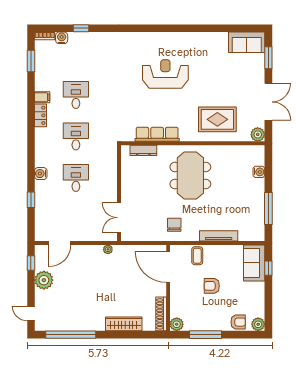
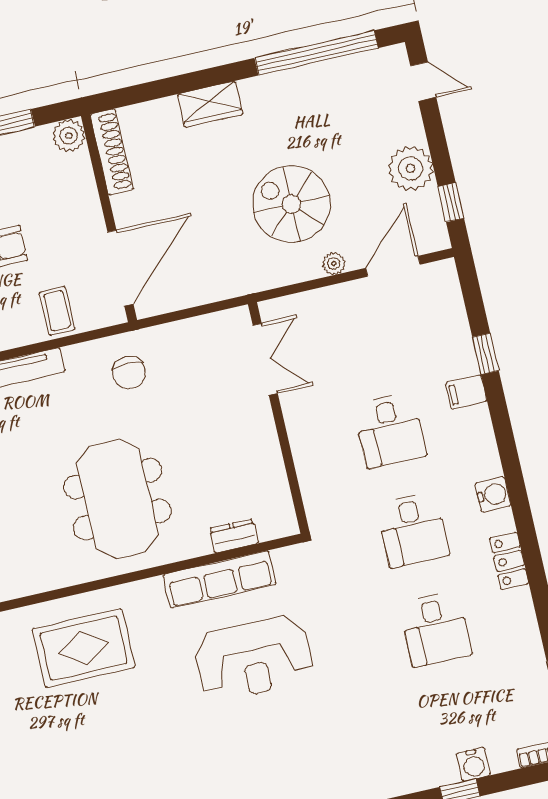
water cooler: (62, 38) -> (473, 764), moved
reception desk: (165, 74) -> (254, 658), moved
filing cabinet: (42, 97) -> (466, 392), moved
dresser: (143, 150) -> (234, 536), width x0.70
water cooler: (41, 174) -> (493, 494), moved
plant: (108, 249) -> (334, 264), moved
door: (168, 267) -> (120, 268), hinge flipped
spiral stairs: (94, 277) -> (291, 204), added
wardrobe: (124, 324) -> (210, 104), width x0.67

